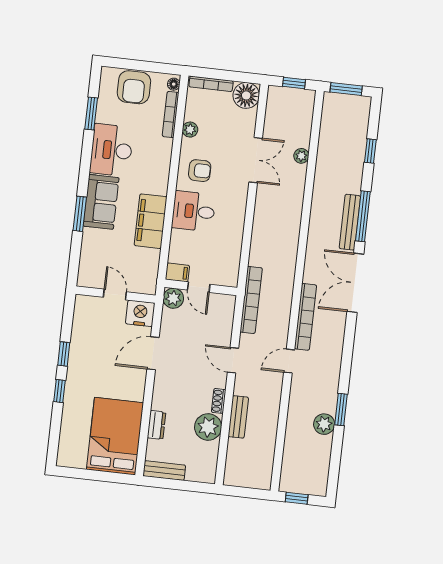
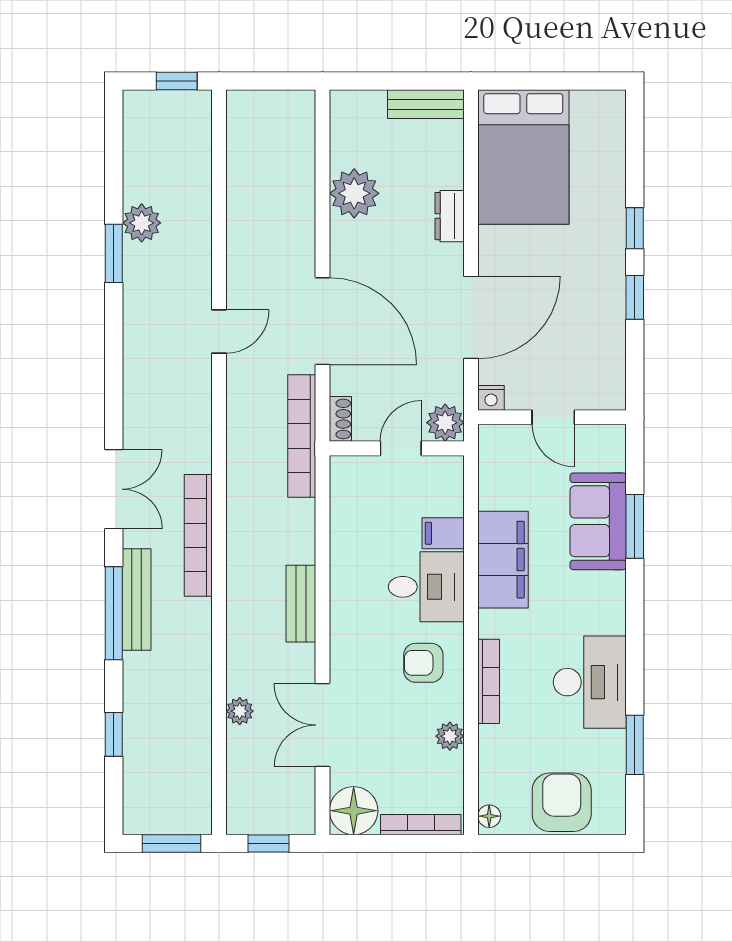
bookcase: (171, 115) -> (489, 681), moved
double door: (256, 160) -> (323, 725), moved
sofa: (101, 202) -> (598, 521), moved
window: (80, 214) -> (635, 526), moved
filing cabinet: (177, 272) -> (443, 533), moved
double door: (355, 283) -> (114, 489), width x0.73
door: (199, 287) -> (401, 448), hinge flipped
nightstand: (140, 313) -> (491, 398), width x0.53, depth x0.56
bookcase: (305, 317) -> (198, 535), moved
door: (153, 353) -> (471, 317), width x1.36
door: (233, 360) -> (323, 321), width x1.87
shoe rack: (219, 401) -> (340, 419), moved
bench: (238, 417) -> (301, 604), moved
dresser: (156, 425) -> (450, 216), moved

